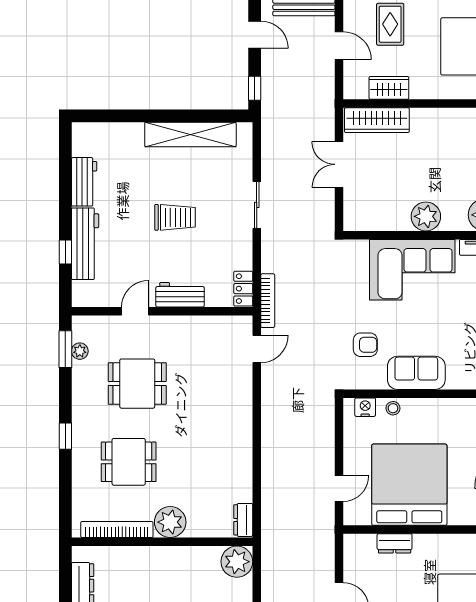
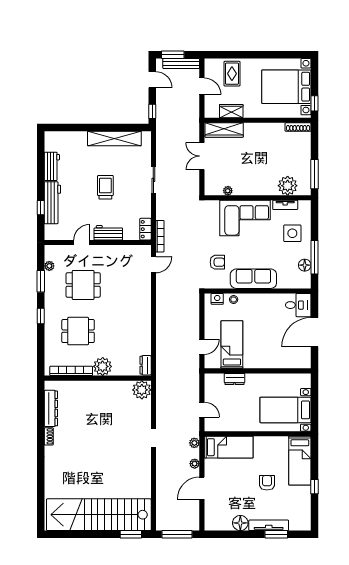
plant: (426, 216) -> (228, 191), moved, width x0.53, depth x0.53
trolley: (175, 217) -> (105, 187), turned -90
window: (65, 349) -> (41, 281), moved
sofa: (416, 373) -> (253, 279), width x1.36
bed: (409, 485) -> (232, 344), width x0.49

